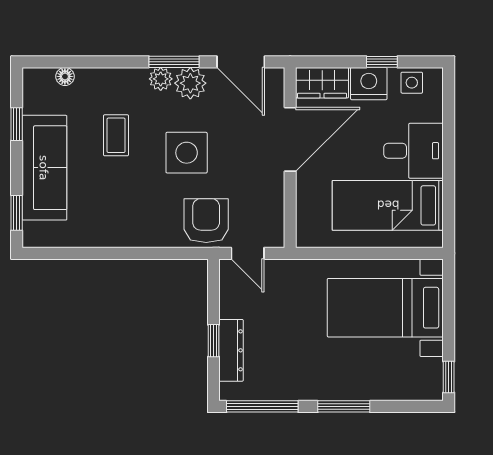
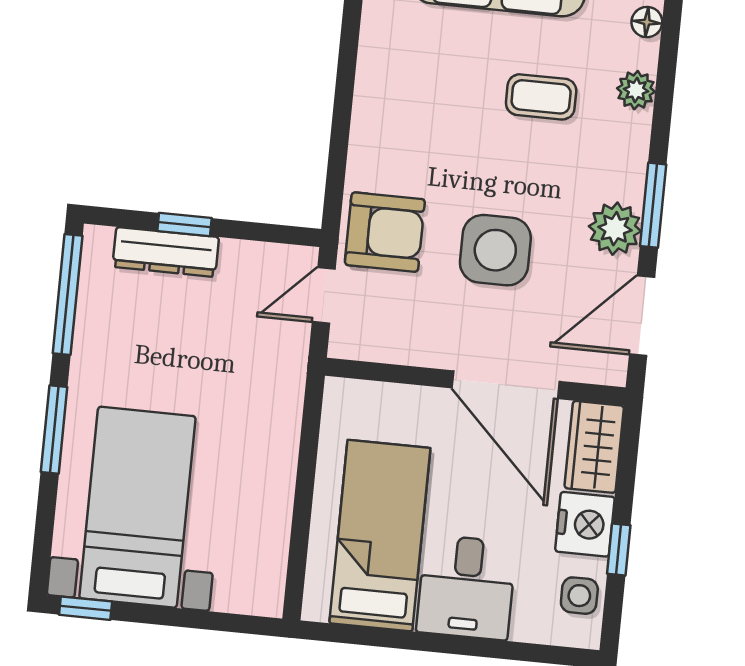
plant: (161, 79) -> (636, 90), moved
side table: (187, 153) -> (495, 250), moved
bed with nightstands: (385, 308) -> (137, 507), moved

